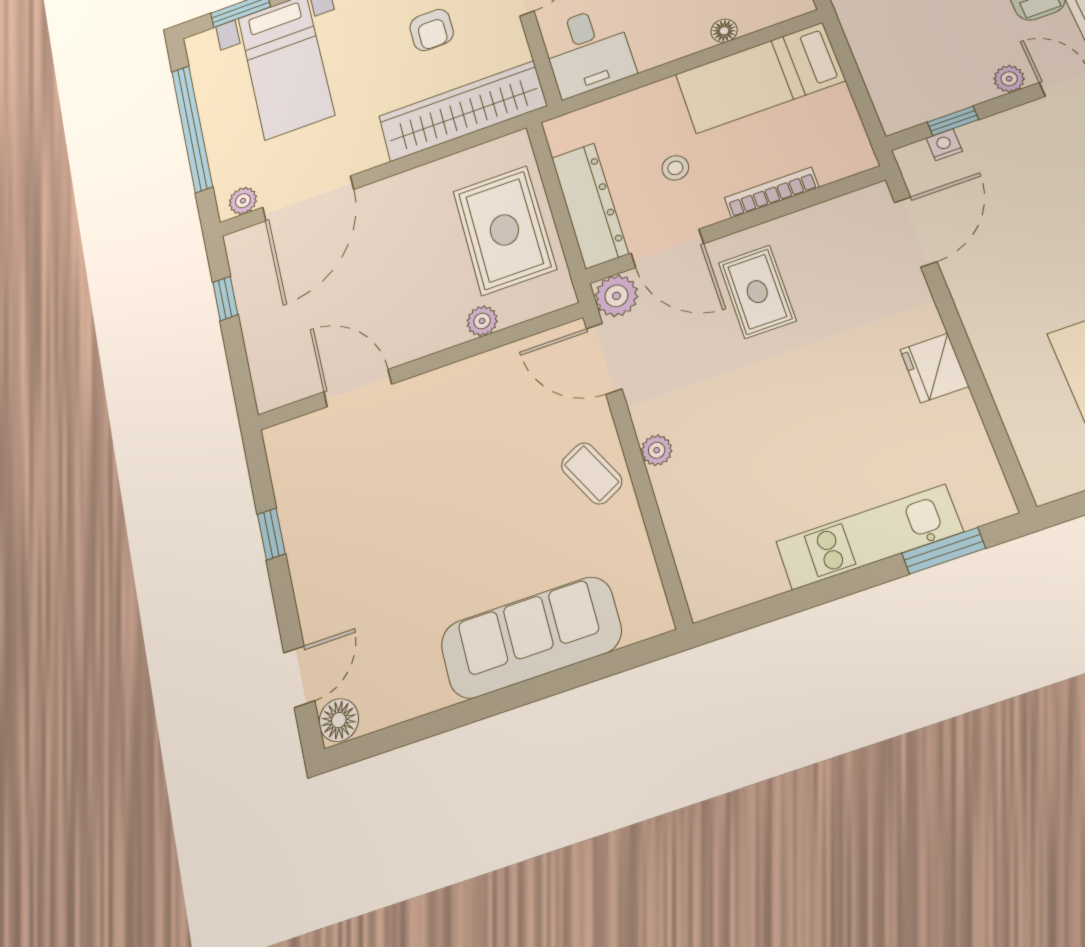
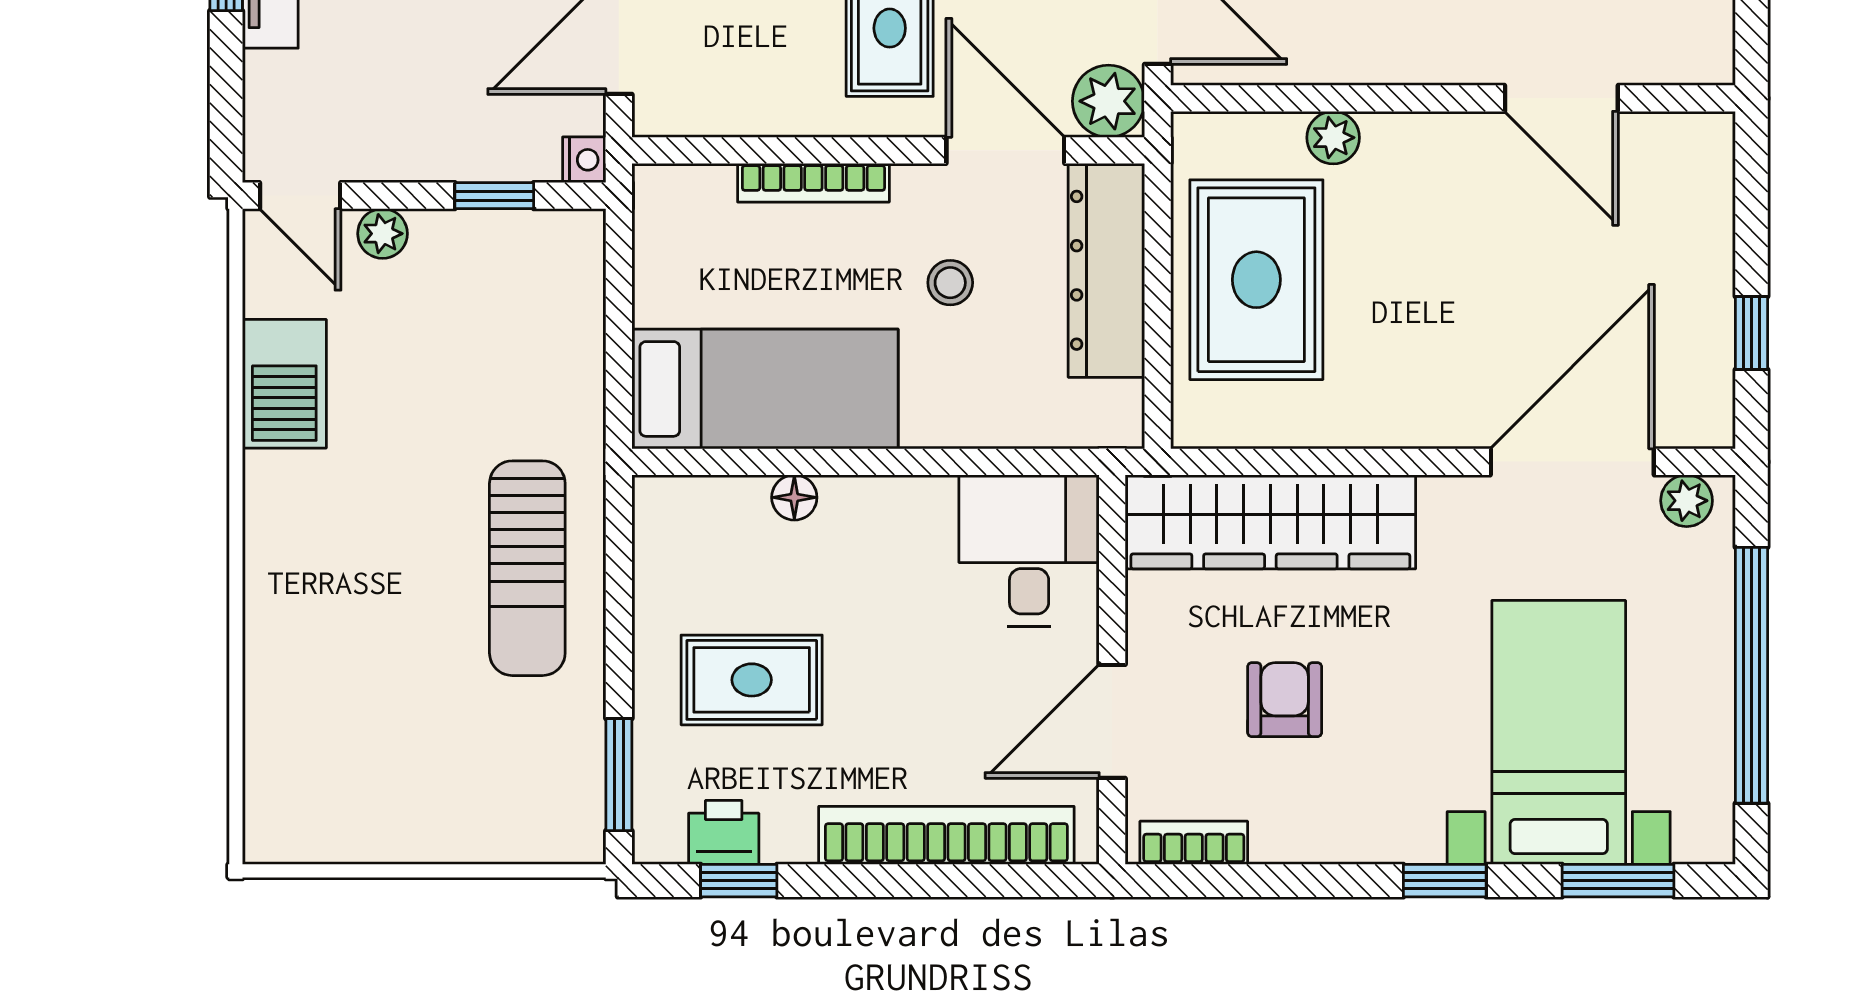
nightstand: (944, 145) -> (584, 160), moved, turned -90

